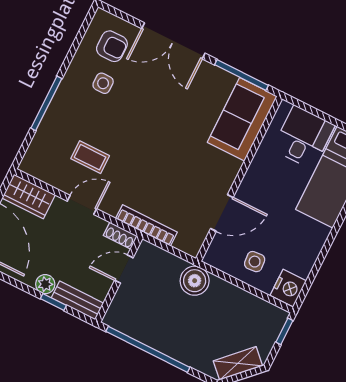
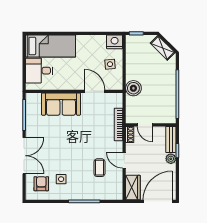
sofa: (242, 119) -> (61, 104), moved

